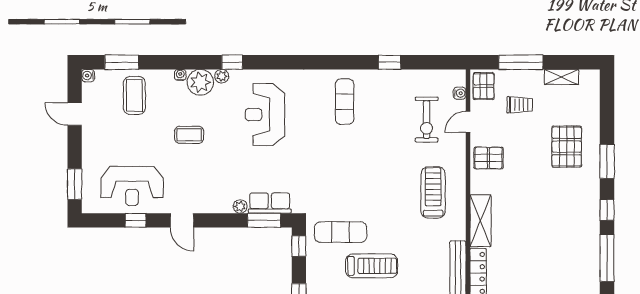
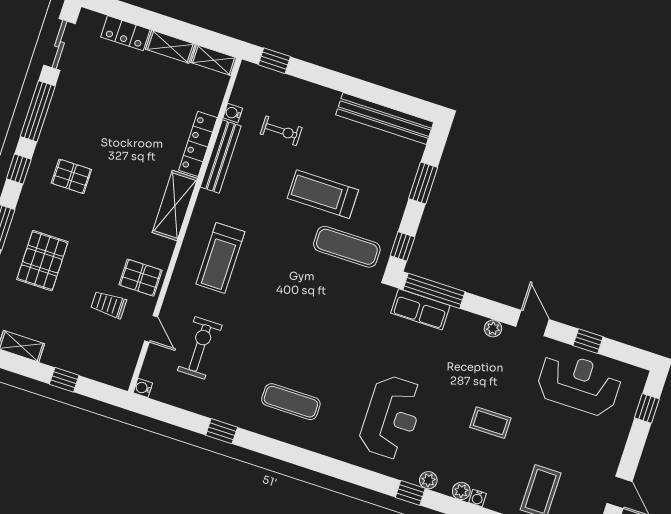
window: (521, 62) -> (64, 380), width x0.46
plant: (200, 82) -> (461, 491), width x0.53, depth x0.53
pallet: (484, 86) -> (71, 176), moved, turned 90
water cooler: (460, 93) -> (143, 388), moved
exercise mat: (345, 102) -> (291, 402), turned 90
trolley: (520, 105) -> (109, 305), moved
door: (468, 122) -> (151, 329), hinge flipped
window: (75, 184) -> (647, 408), width x0.67
plant: (240, 206) -> (493, 328), moved
window: (264, 220) -> (434, 291), width x1.44

